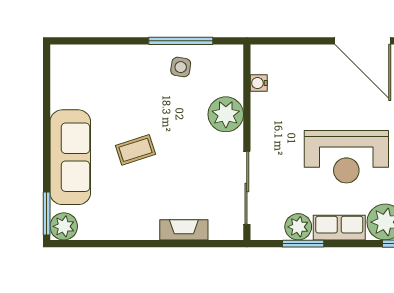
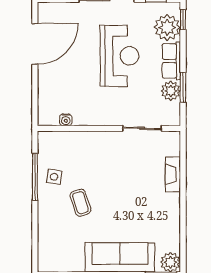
plant: (226, 114) -> (89, 144), removed
coffee table: (136, 150) -> (80, 203), moved
sliding door: (247, 188) -> (142, 128), width x0.73

